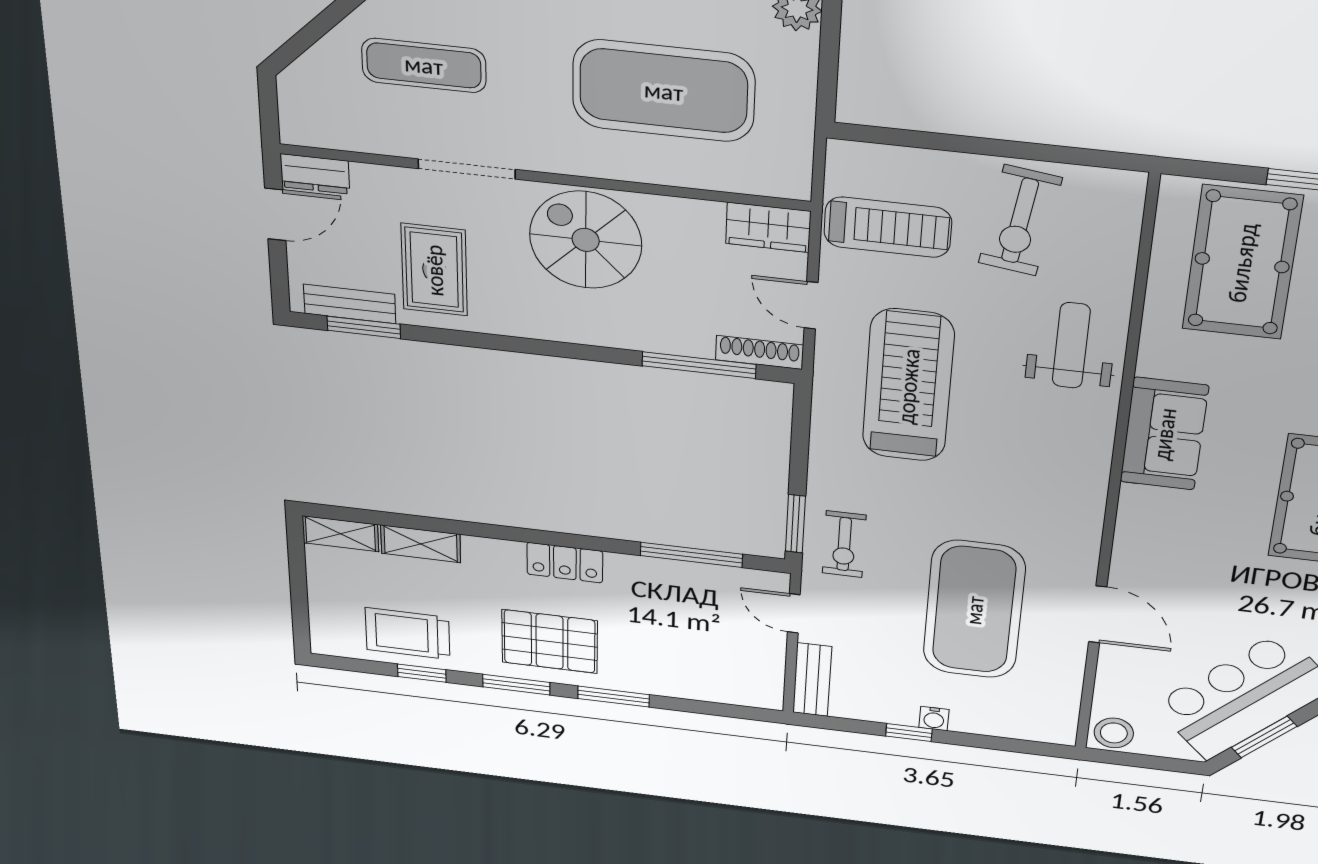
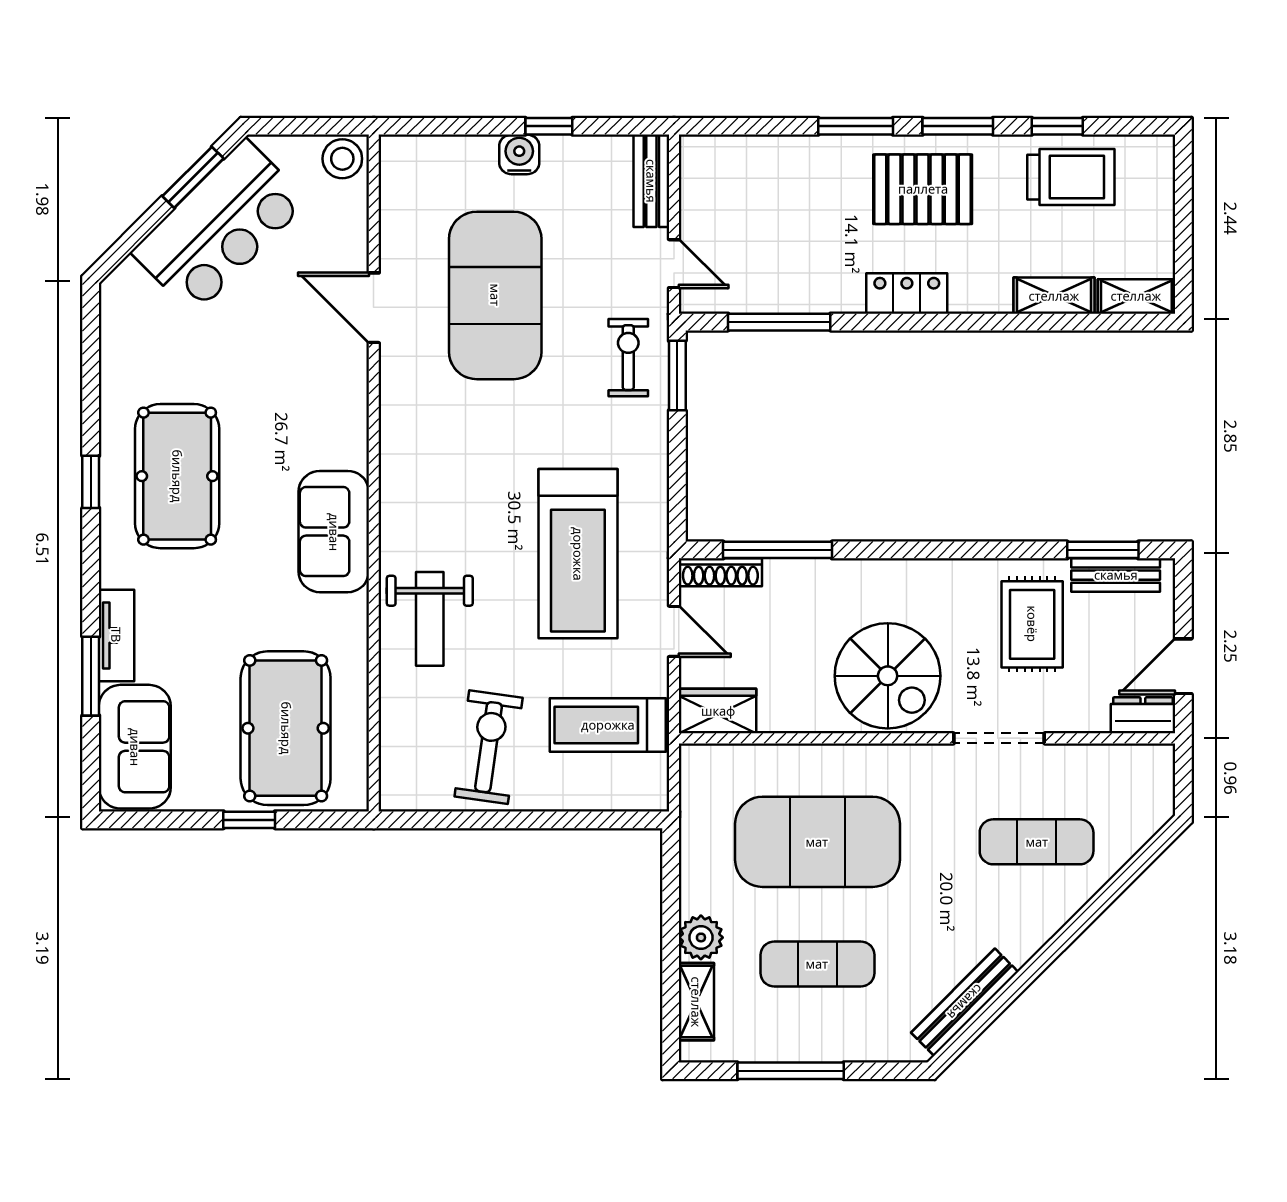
water cooler: (934, 719) -> (519, 154), width x1.38, depth x1.38

